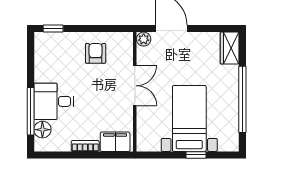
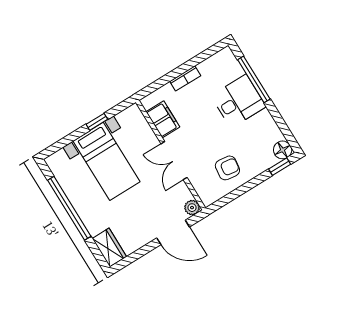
armchair: (96, 53) -> (227, 168), turned -83
floor lamp: (42, 130) -> (283, 150), moved
filing cabinet: (115, 142) -> (163, 119), moved, turned -90
window: (196, 155) -> (97, 122), moved

